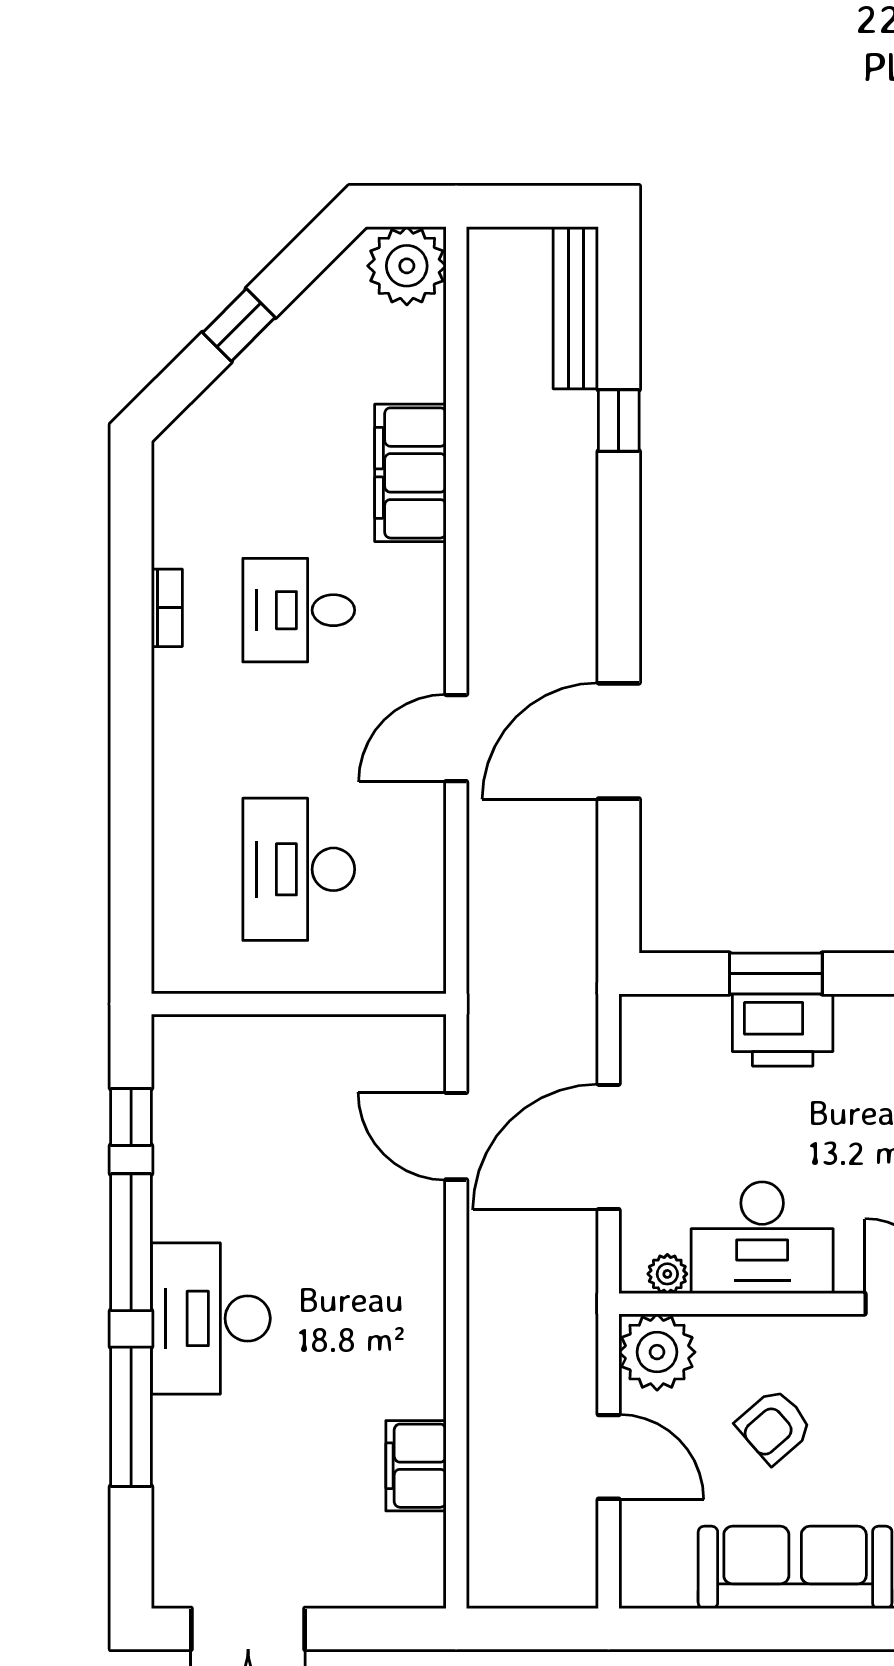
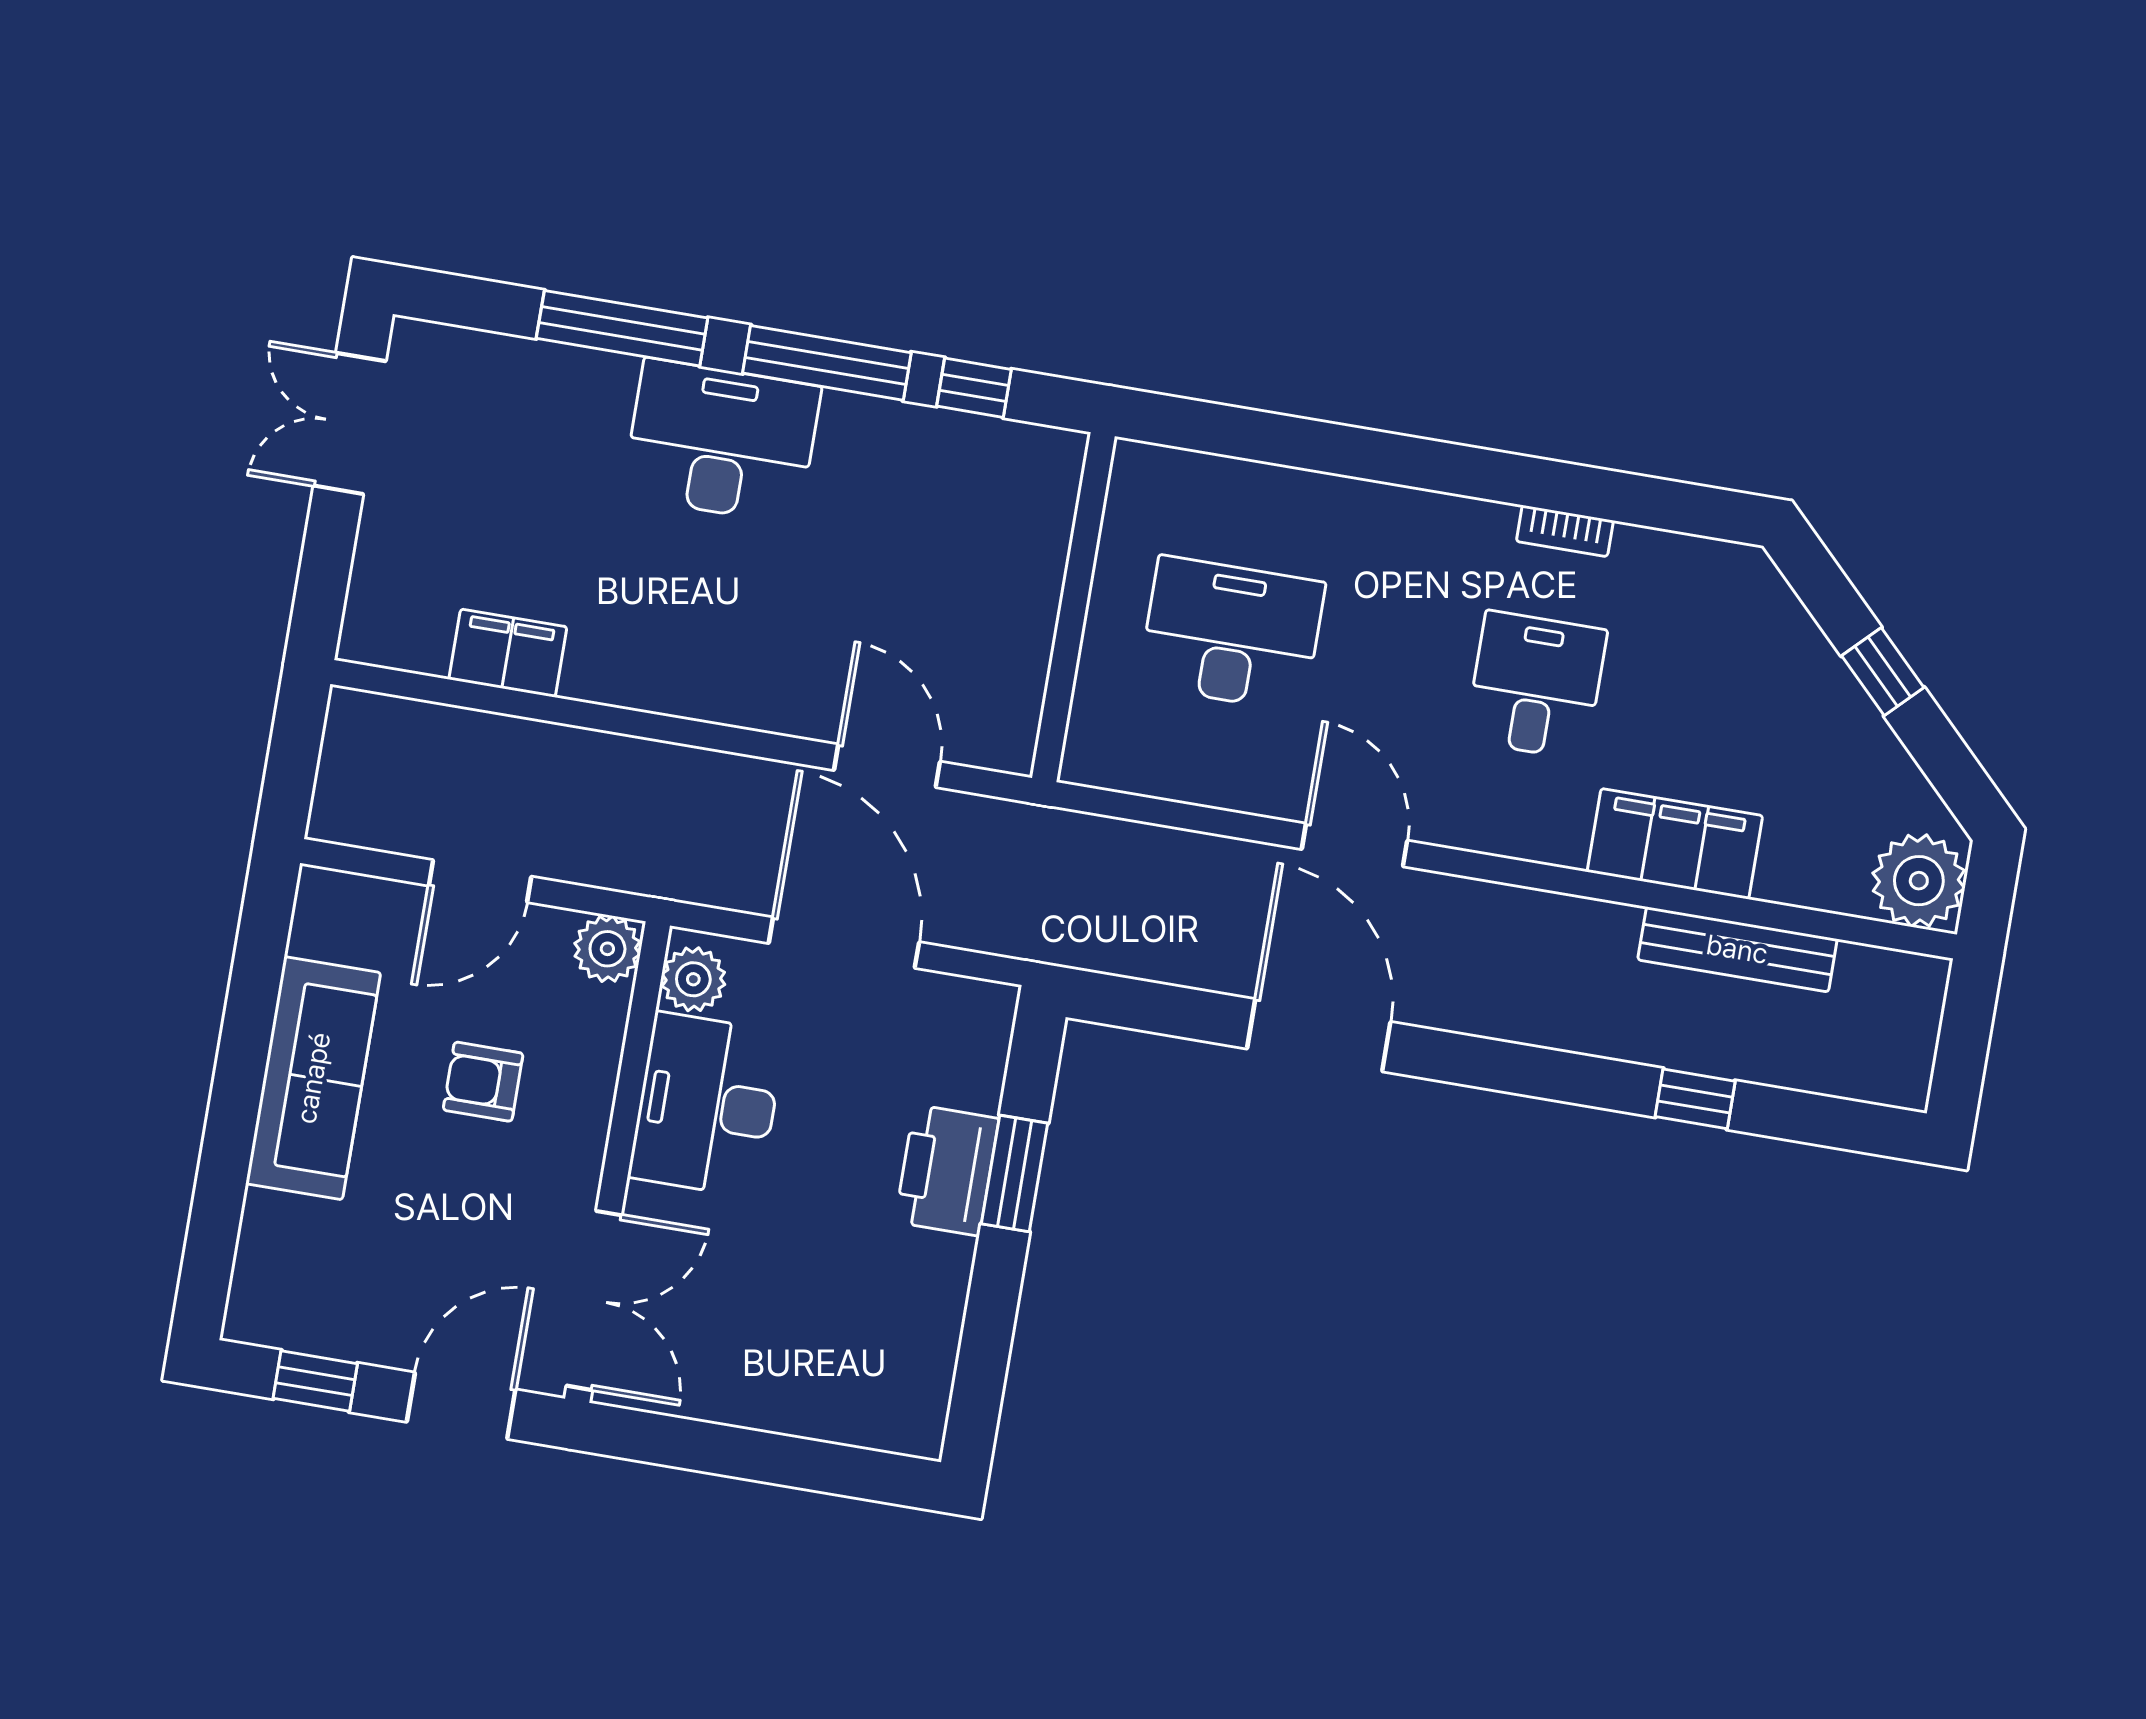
bench: (576, 308) -> (1737, 949), moved
door: (456, 1136) -> (887, 766), hinge flipped
plant: (667, 1274) -> (693, 979), width x1.38, depth x1.38
plant: (657, 1352) -> (607, 949), width x0.73, depth x0.73
armchair: (774, 1426) -> (483, 1082), turned -49

